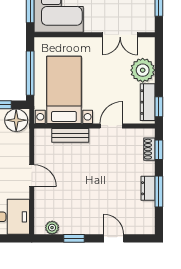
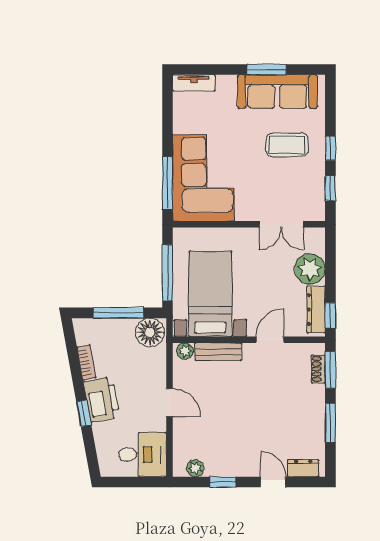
plant: (44, 135) -> (185, 351), added
window: (159, 150) -> (330, 370), width x1.50
dresser: (148, 188) -> (303, 468), moved, turned 90

